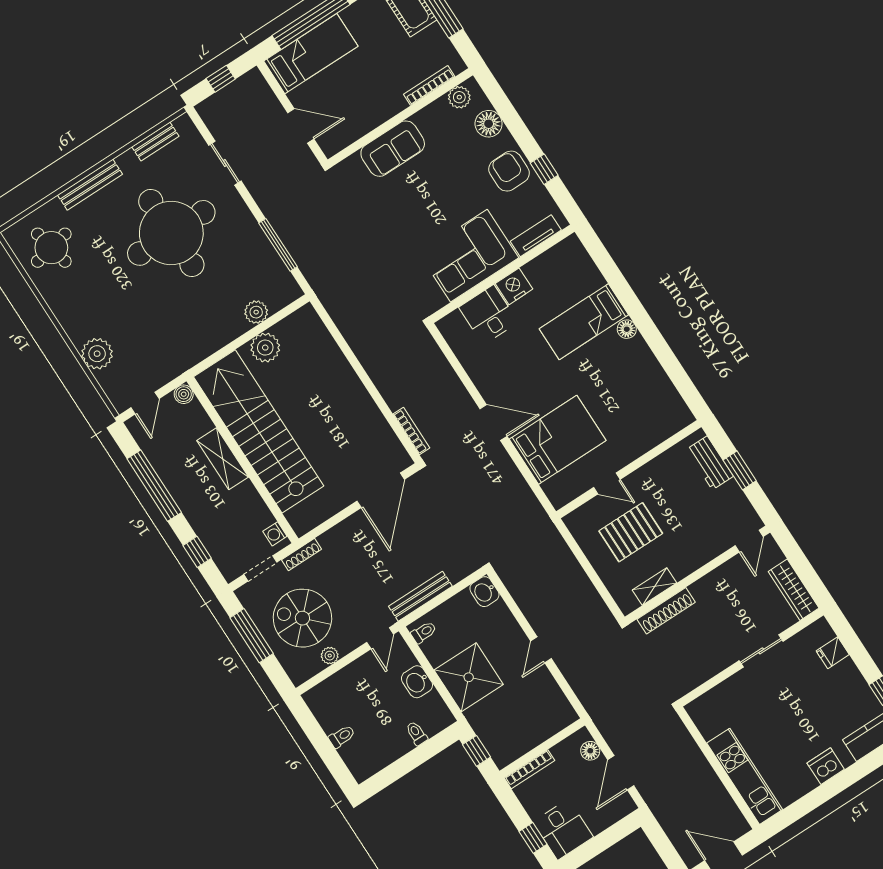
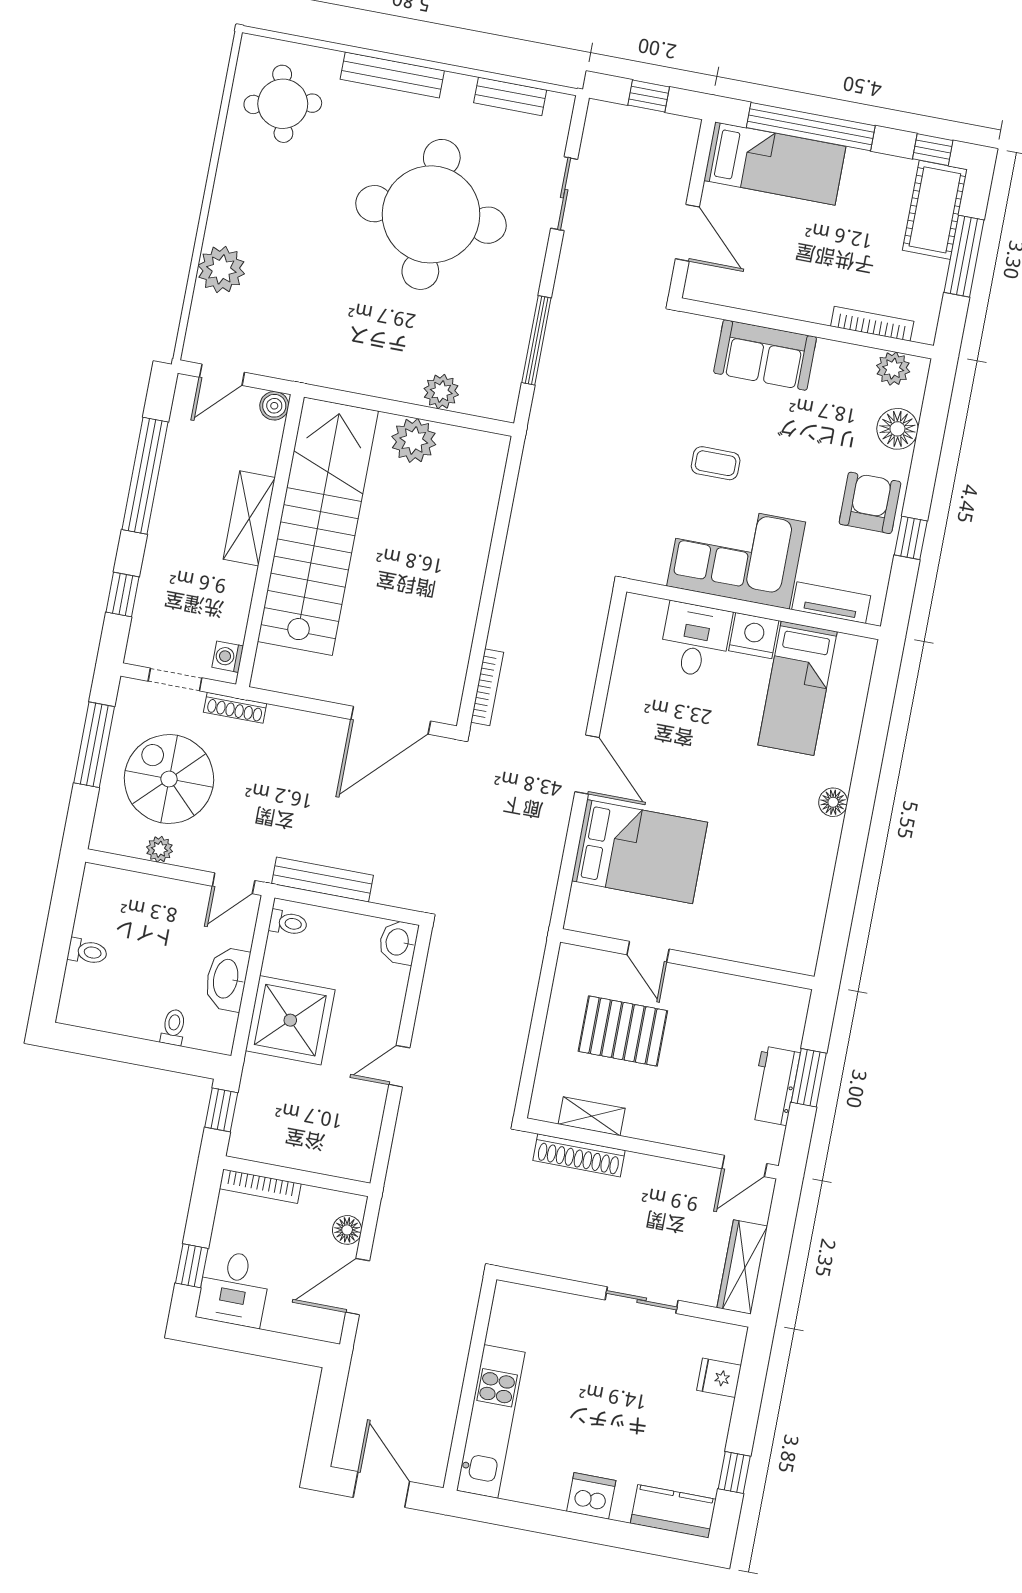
coffee table: (418, 222) -> (716, 463), added
bed: (584, 322) -> (798, 688), moved, turned -90
workbench: (710, 463) -> (775, 1086), moved
washbasin: (417, 682) -> (227, 979), width x1.38

